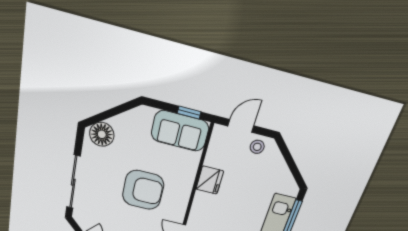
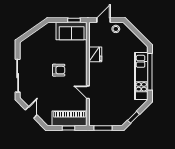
floor lamp: (102, 134) -> (29, 44), removed
armchair: (143, 190) -> (59, 70), width x0.53, depth x0.53

